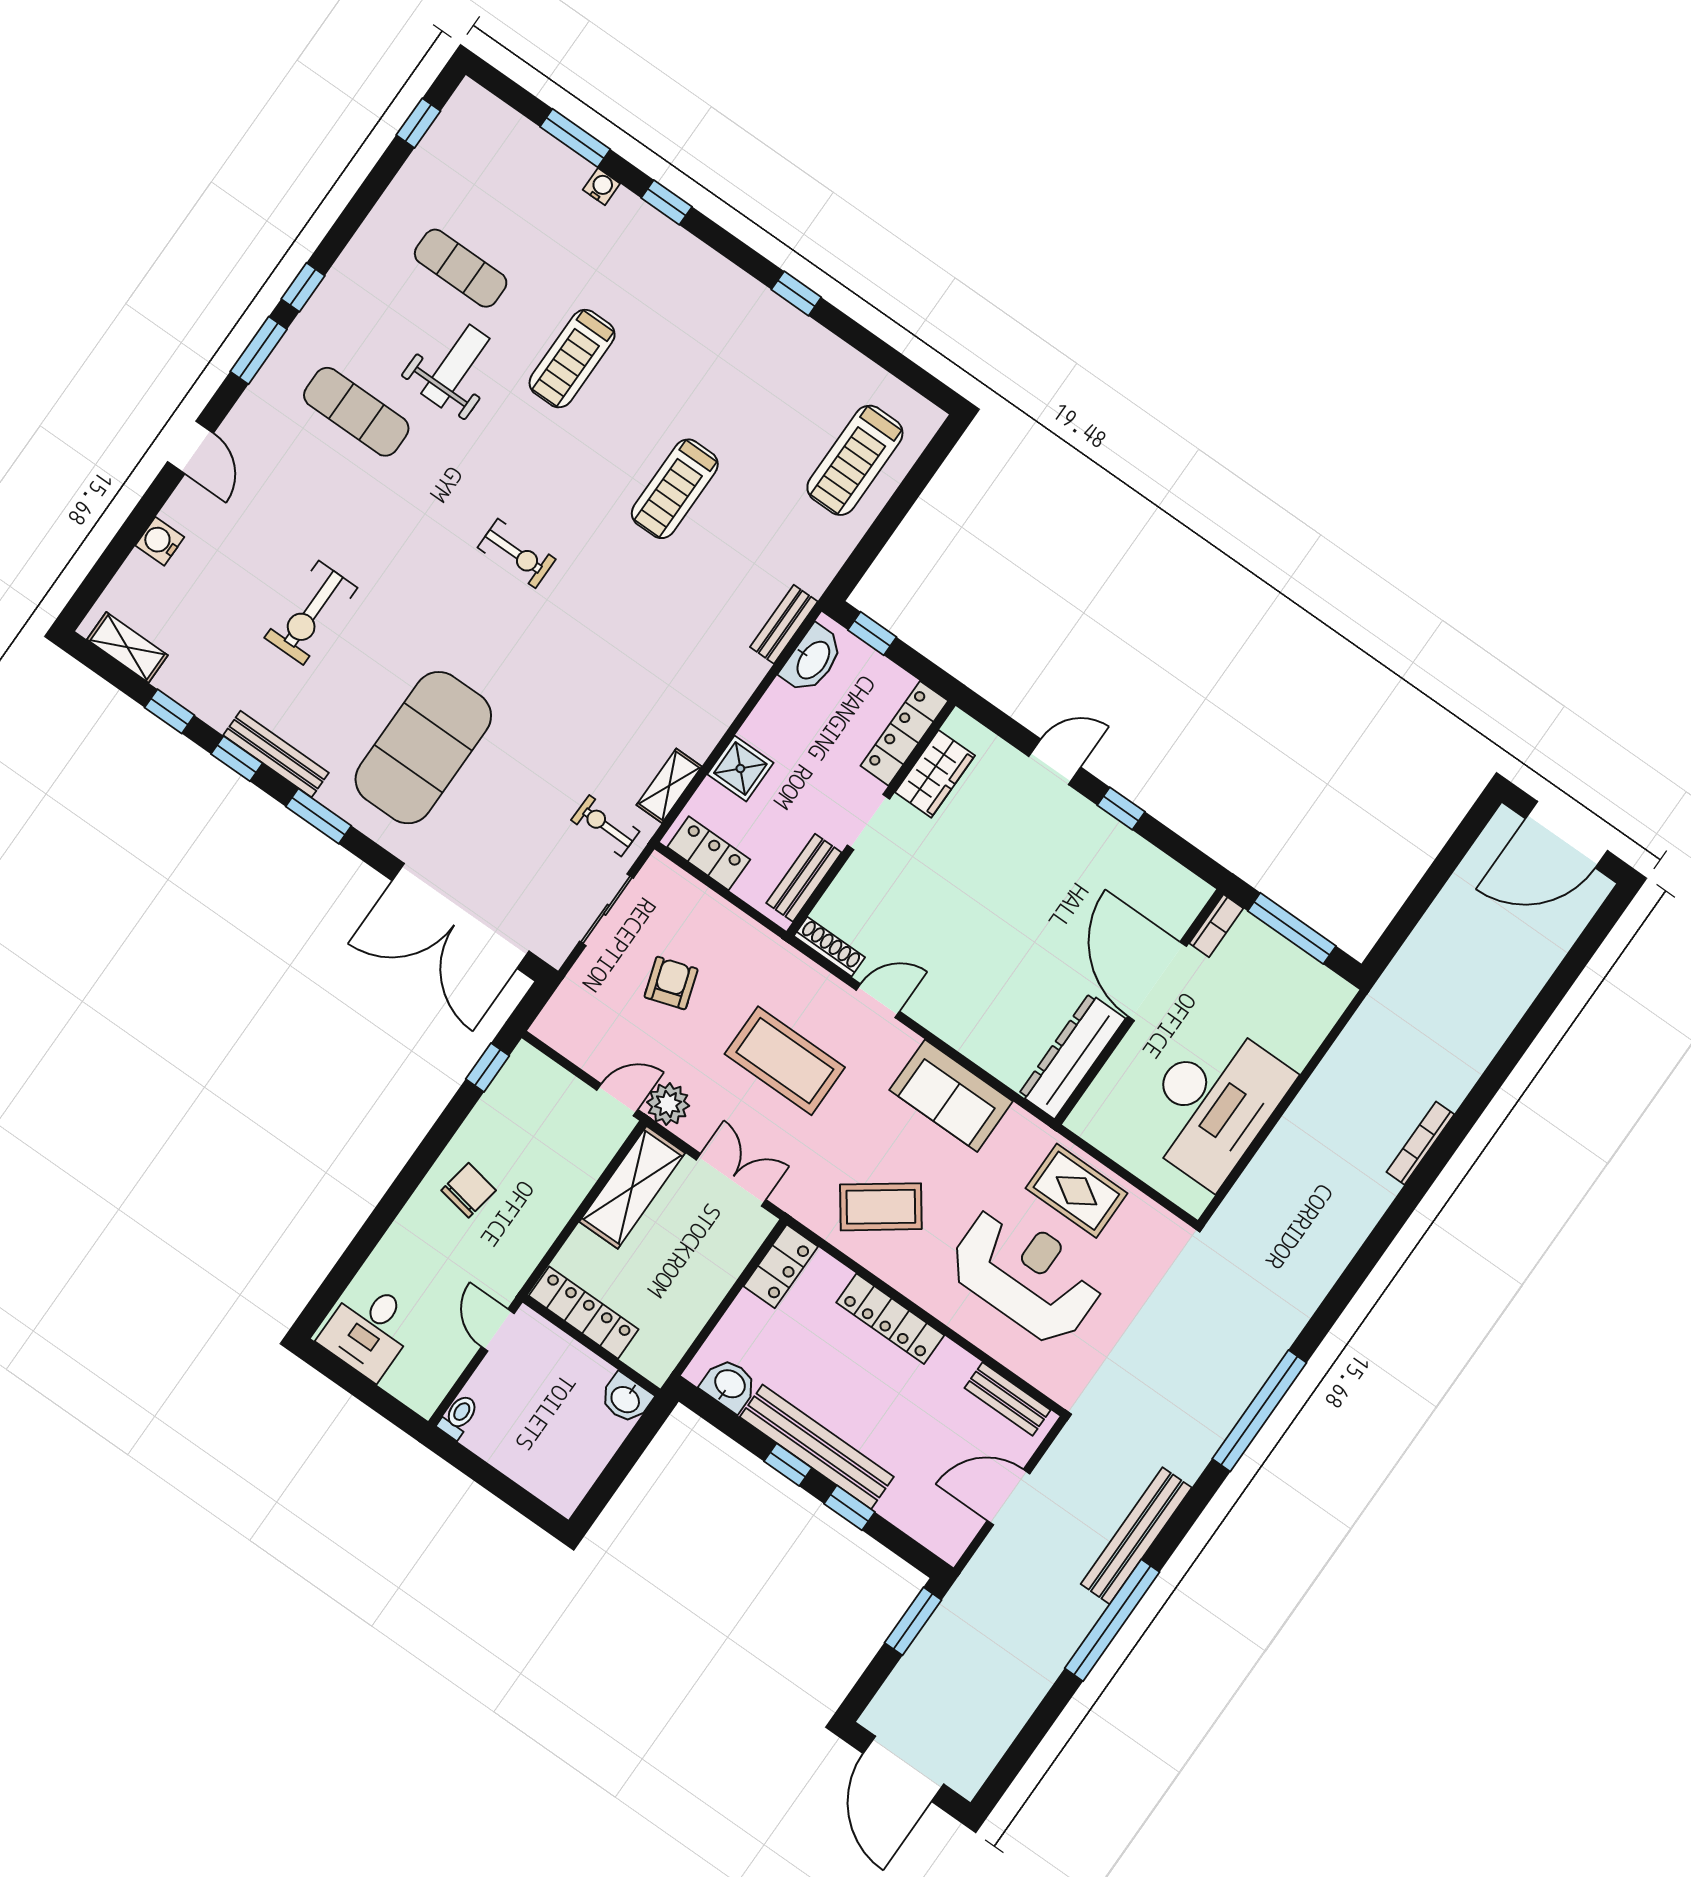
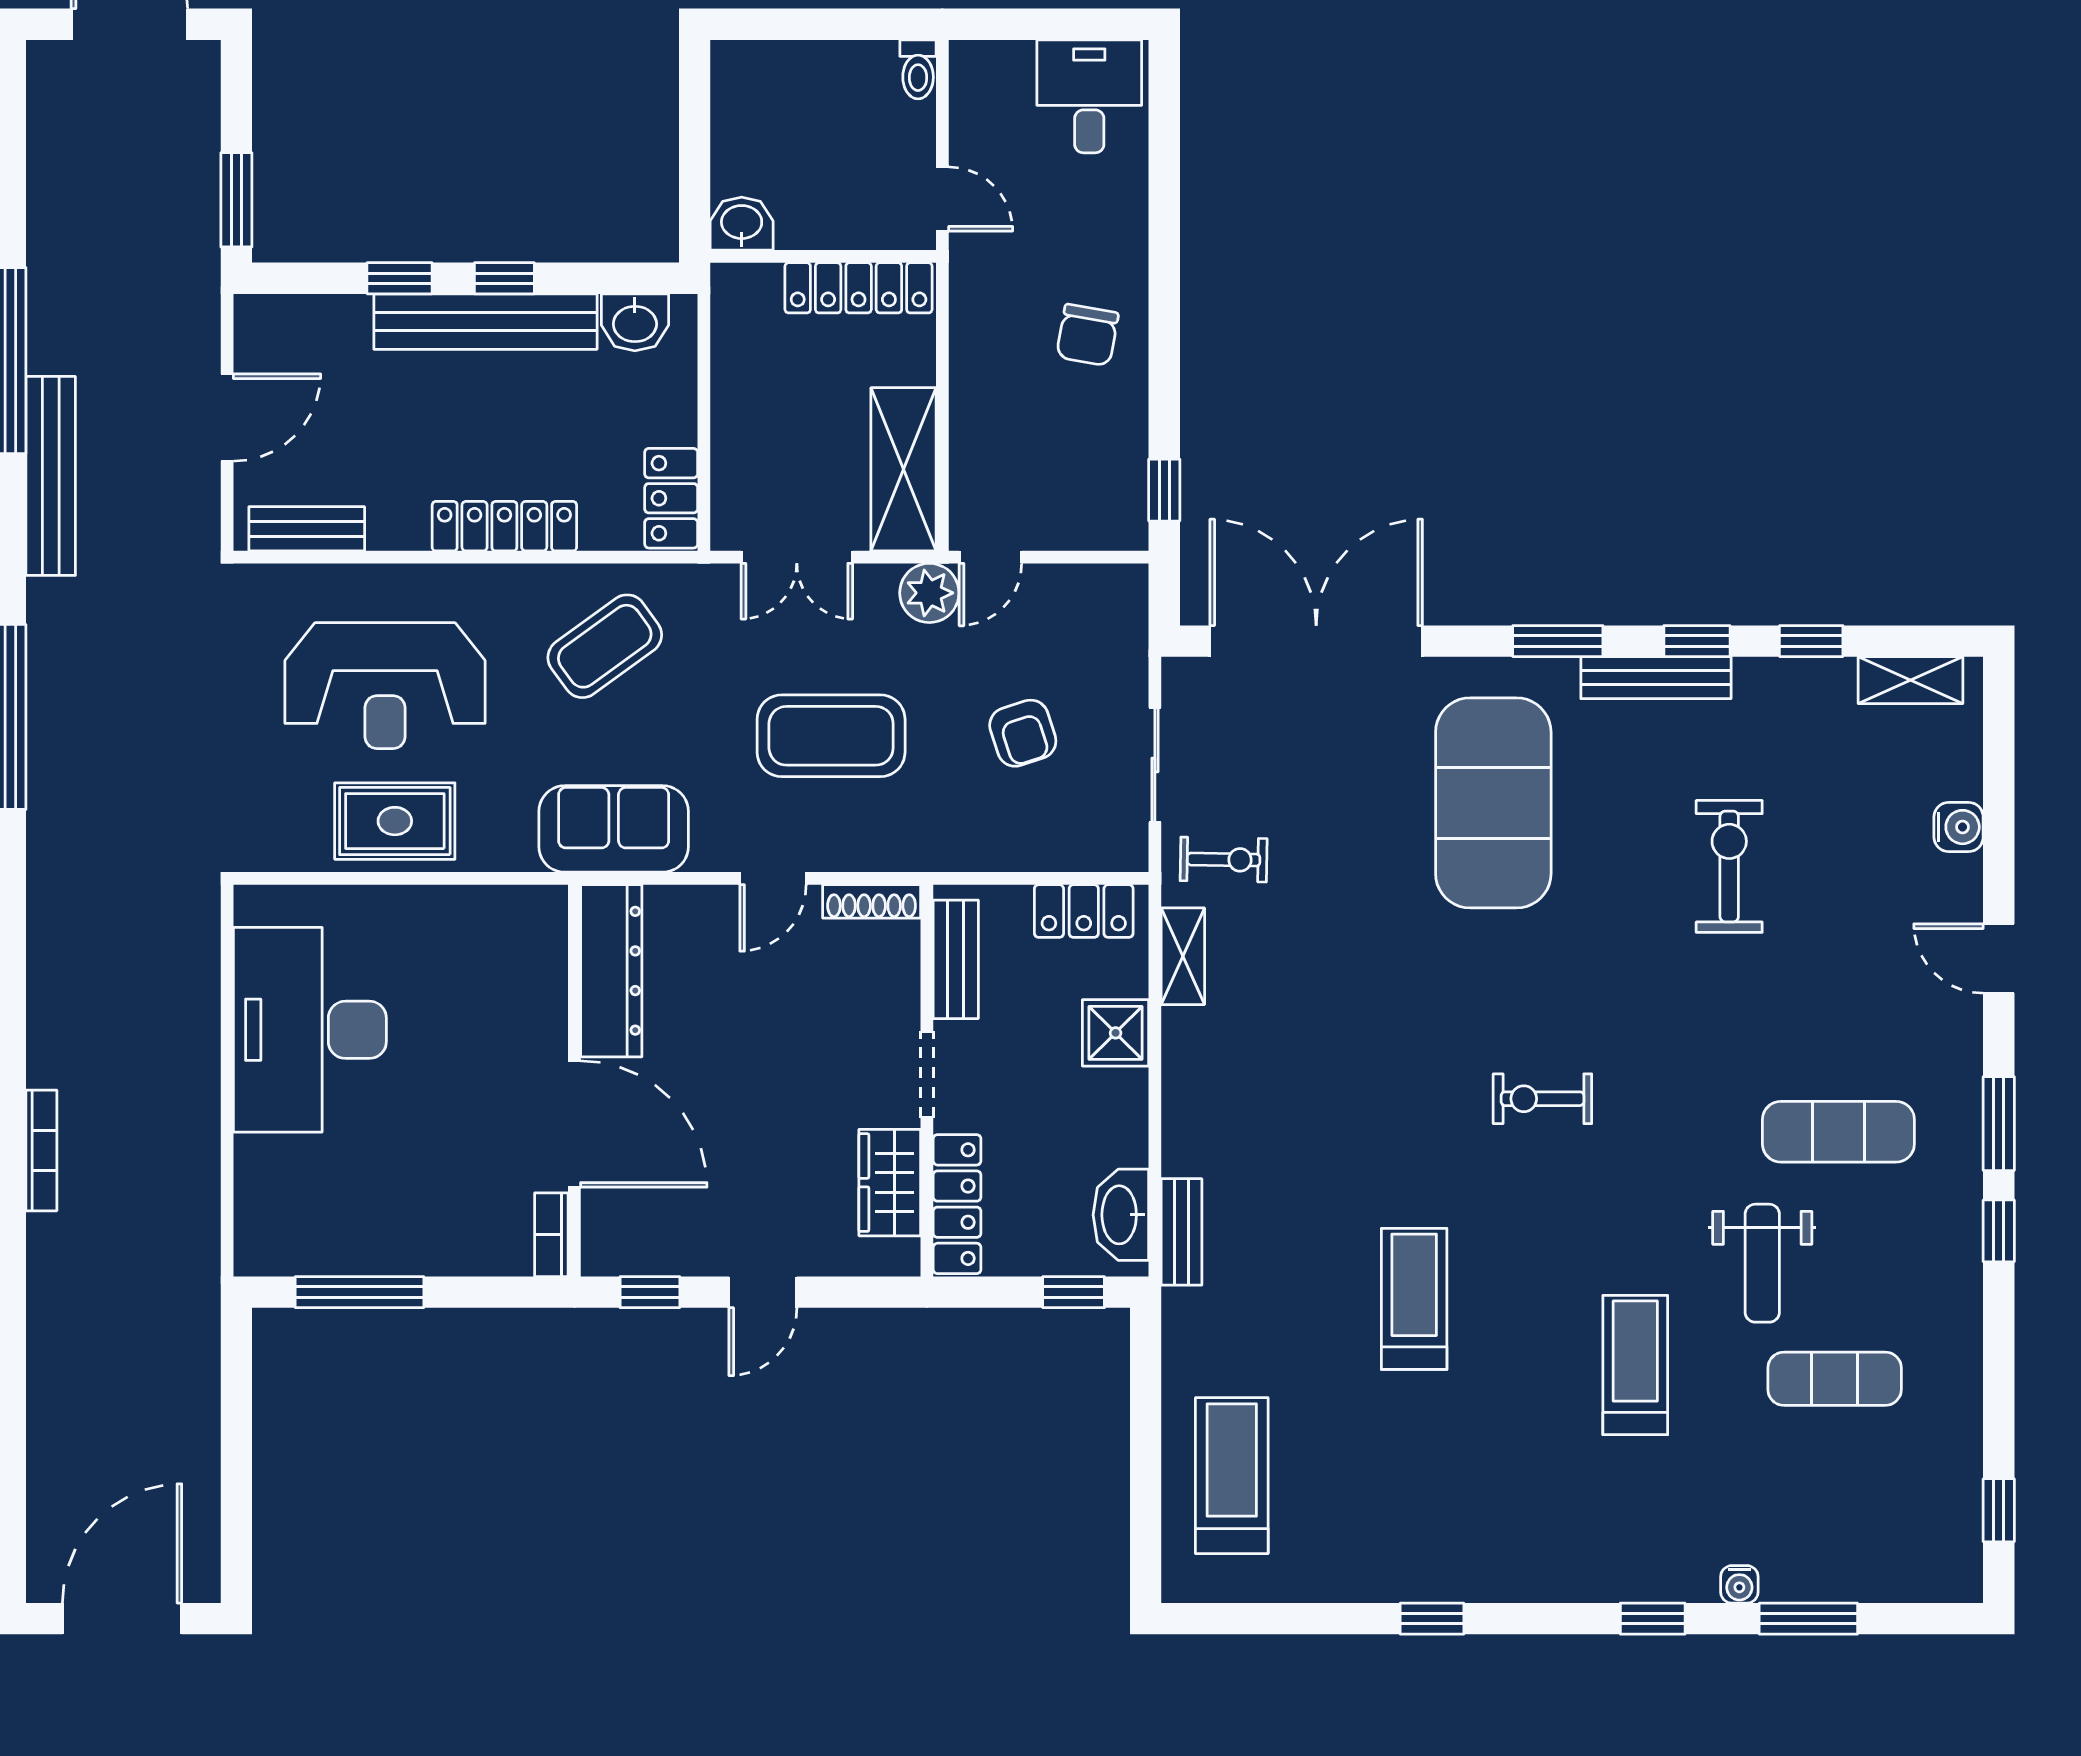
bookcase: (1216, 926) -> (551, 1235), moved
door: (1157, 981) -> (574, 1124), moved
wall: (1139, 1007) -> (574, 1081), moved
dresser: (1072, 1056) -> (611, 971), moved

